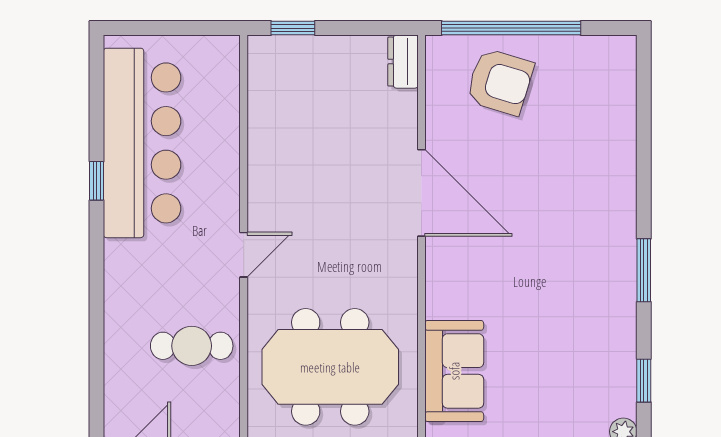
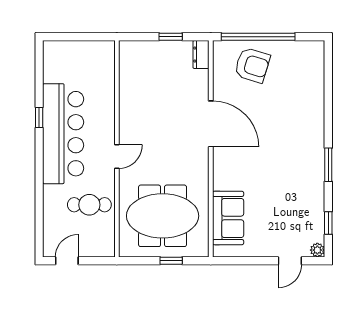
window: (293, 28) -> (171, 37), moved
bar counter: (142, 143) -> (63, 134), moved

